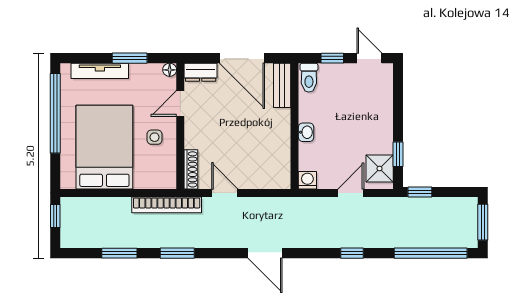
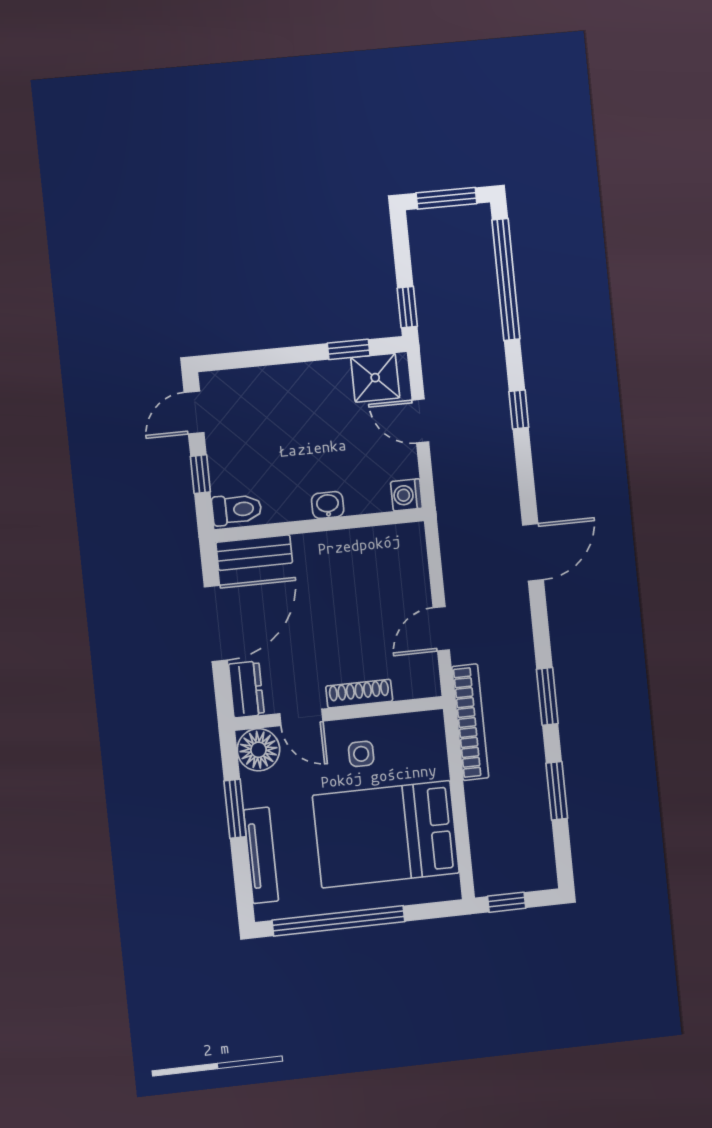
floor lamp: (170, 70) -> (258, 750), width x1.89, depth x1.89
shoe rack: (191, 169) -> (359, 694), moved

